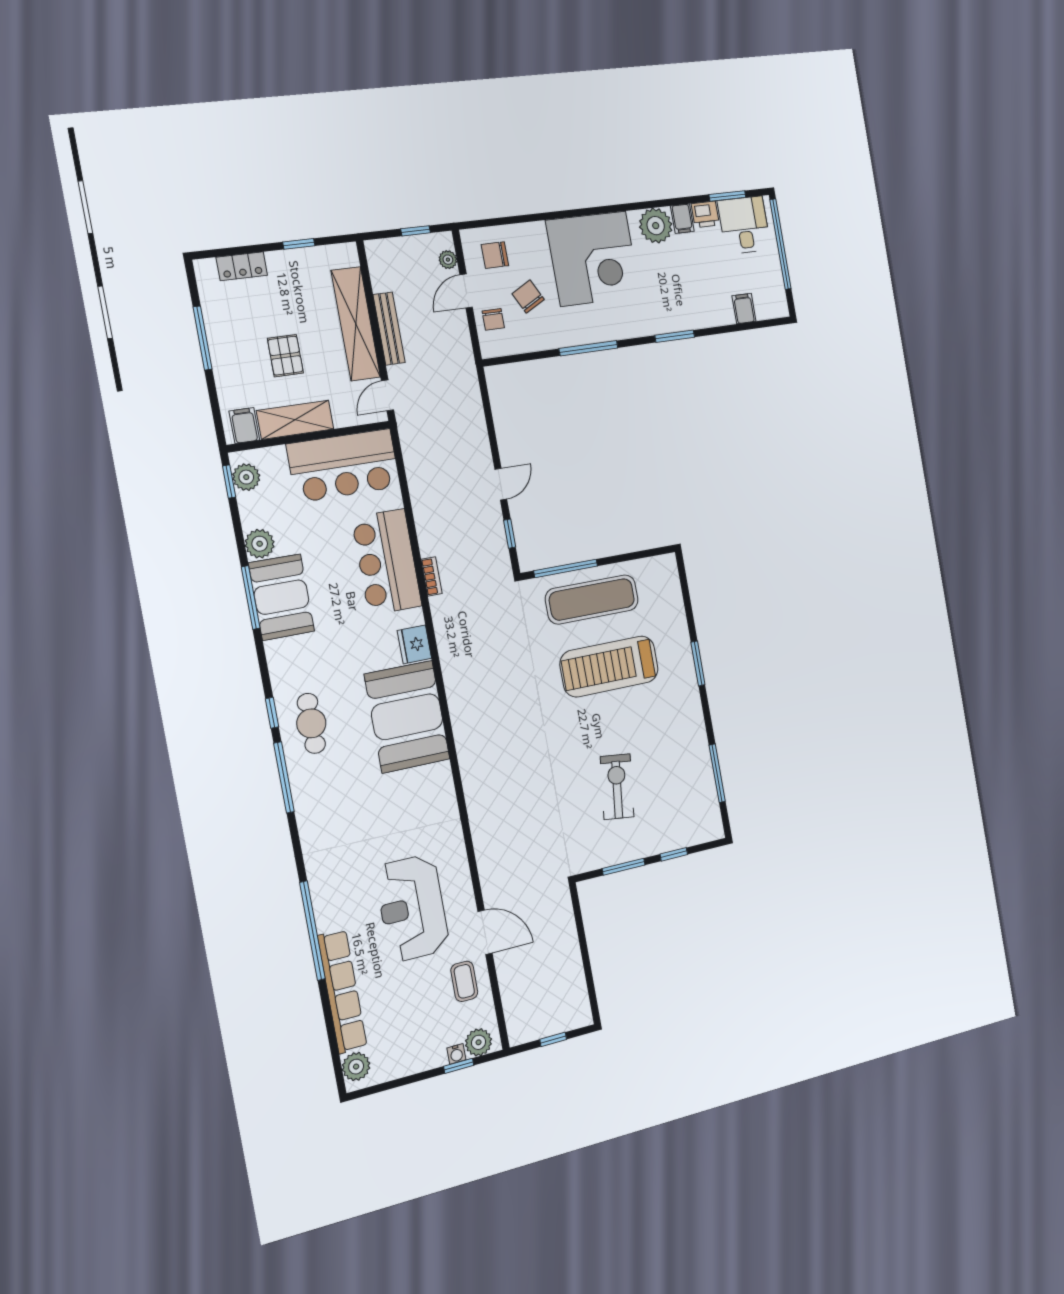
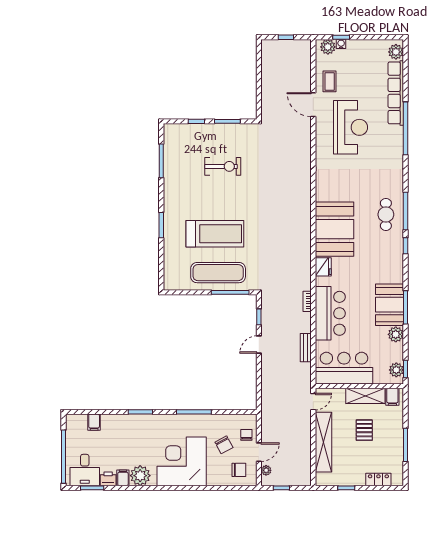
bench: (389, 329) -> (306, 348), moved, width x0.73
cafe table: (311, 723) -> (386, 214), moved
exercise bike: (617, 787) -> (223, 166), turned -97

